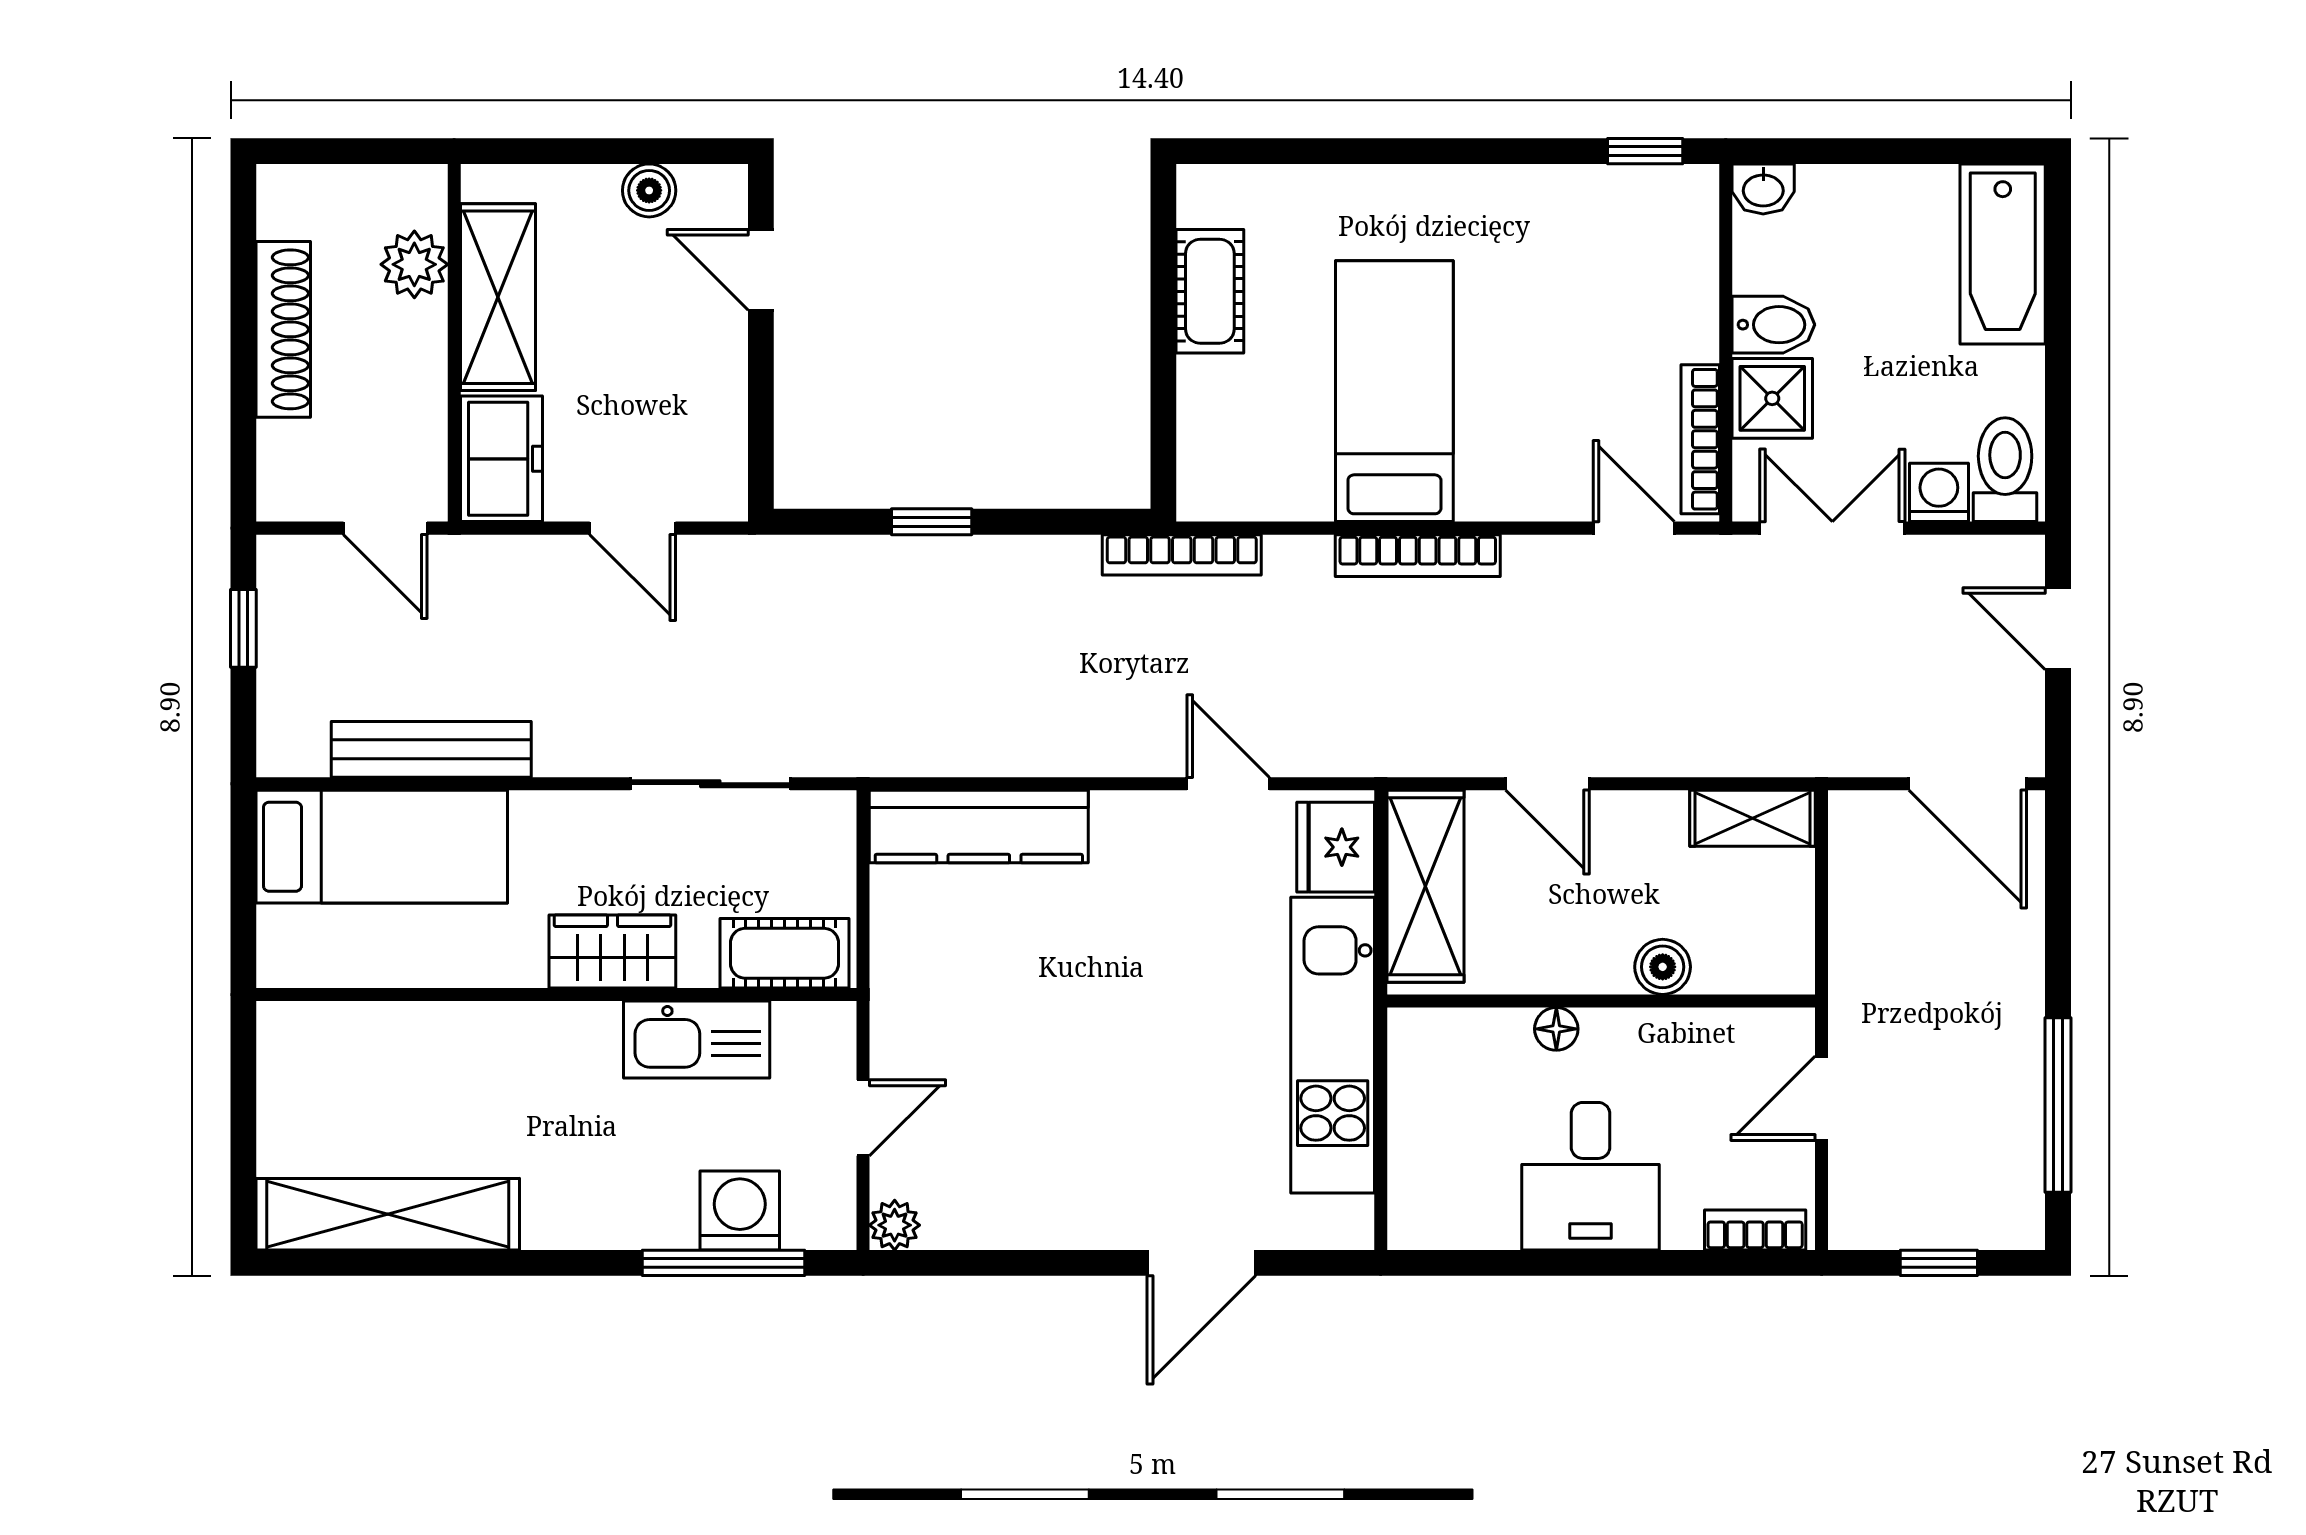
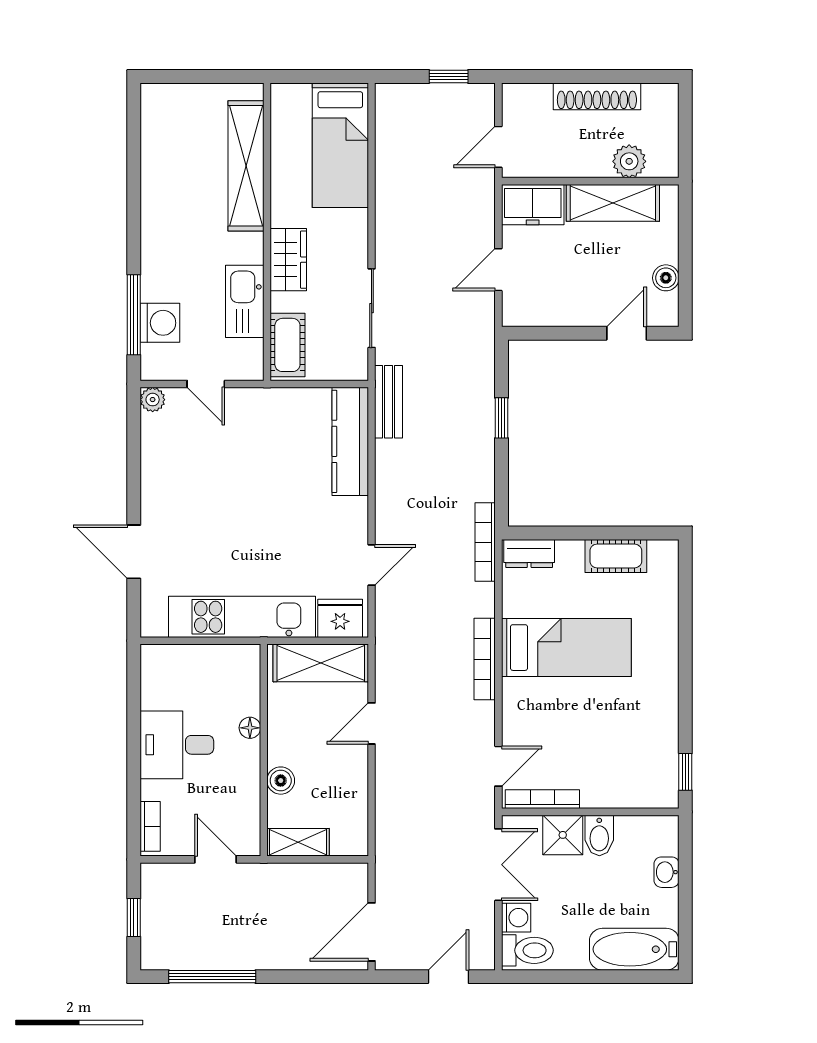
washbasin: (1763, 189) -> (667, 872), moved
dresser: (1205, 466) -> (529, 553), added
bench: (431, 749) -> (389, 402), moved, width x0.73
shelving: (1753, 818) -> (298, 842), moved, turned 90
shelving: (388, 1214) -> (246, 166), moved

